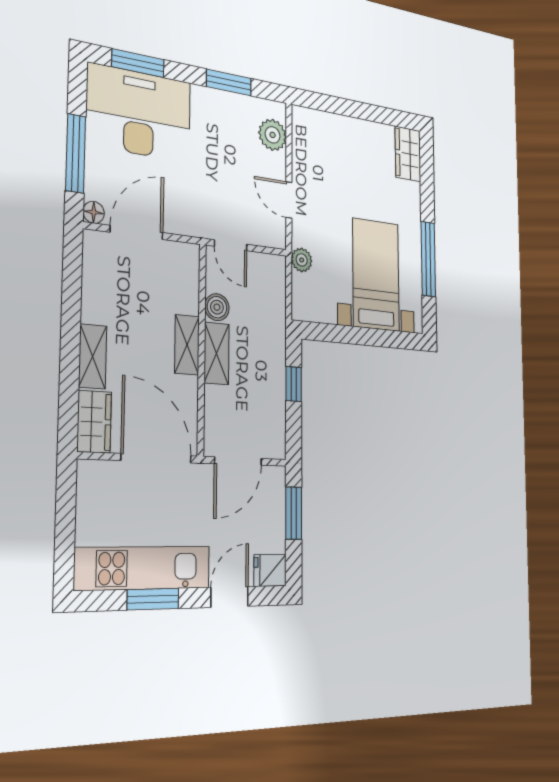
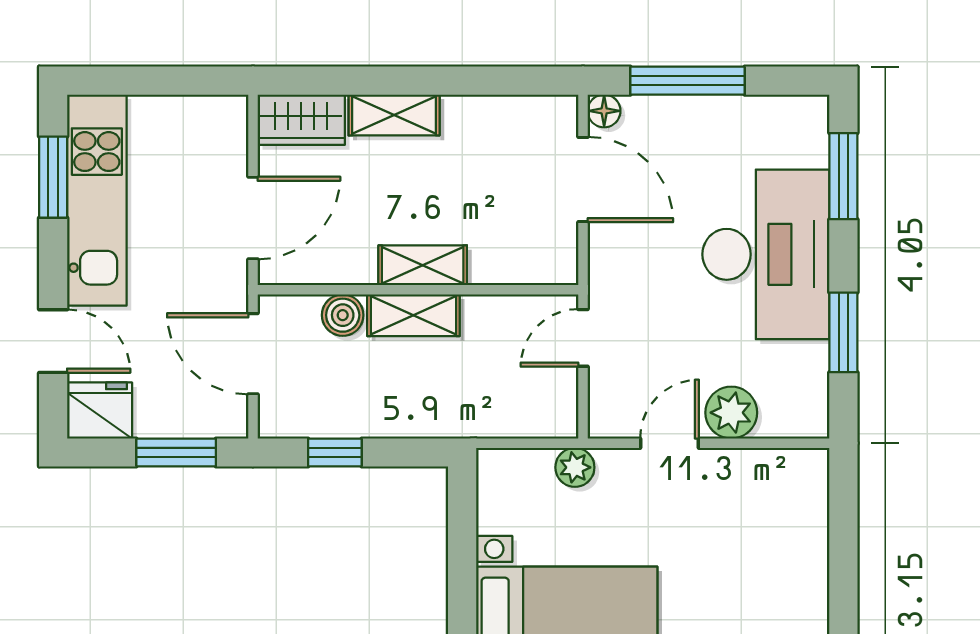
desk: (139, 113) -> (766, 254), moved
plant: (273, 135) -> (731, 413), moved
boiler: (217, 307) -> (343, 315), moved
window: (294, 384) -> (335, 452), moved
door: (156, 458) -> (253, 218), width x0.73
fridge: (270, 570) -> (100, 411), width x1.38
window: (153, 599) -> (53, 177), moved

